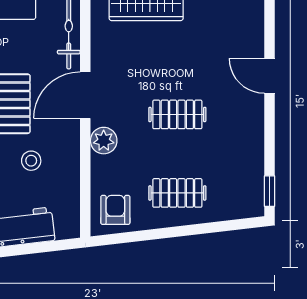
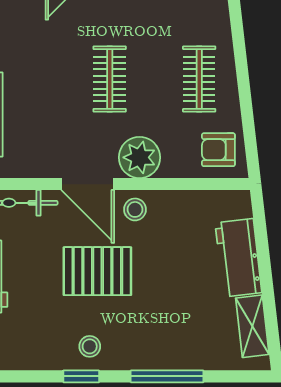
plant: (104, 141) -> (139, 157), width x1.36, depth x1.36
stool: (31, 161) -> (135, 209), moved

